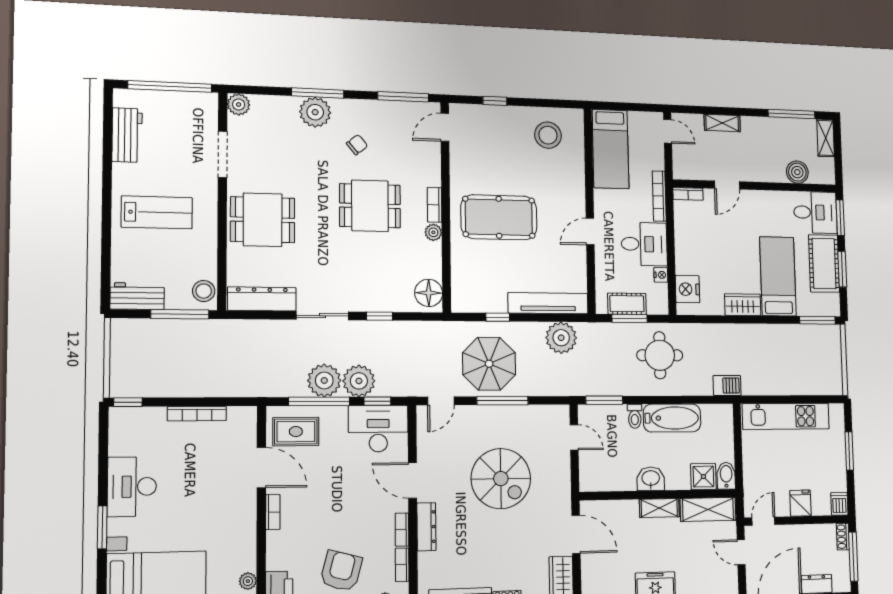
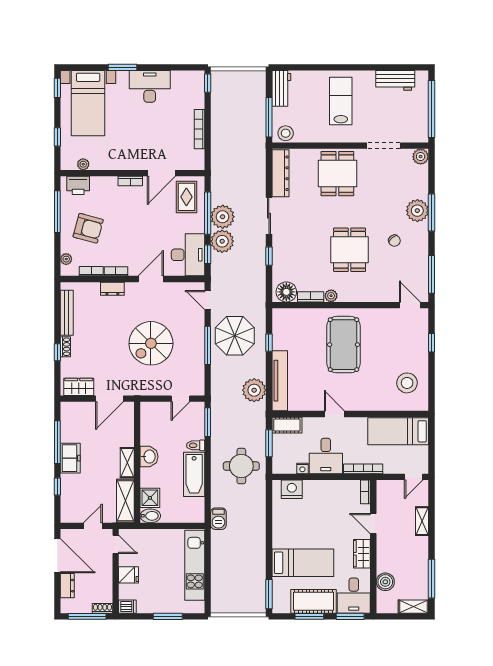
bookcase: (435, 205) -> (311, 297), moved
lab bench: (157, 212) -> (341, 101), turned 180
cot: (627, 304) -> (287, 425), moved, turned 90
wardrobe: (743, 305) -> (362, 554), moved, turned 180
dresser: (426, 527) -> (112, 289), width x0.70

